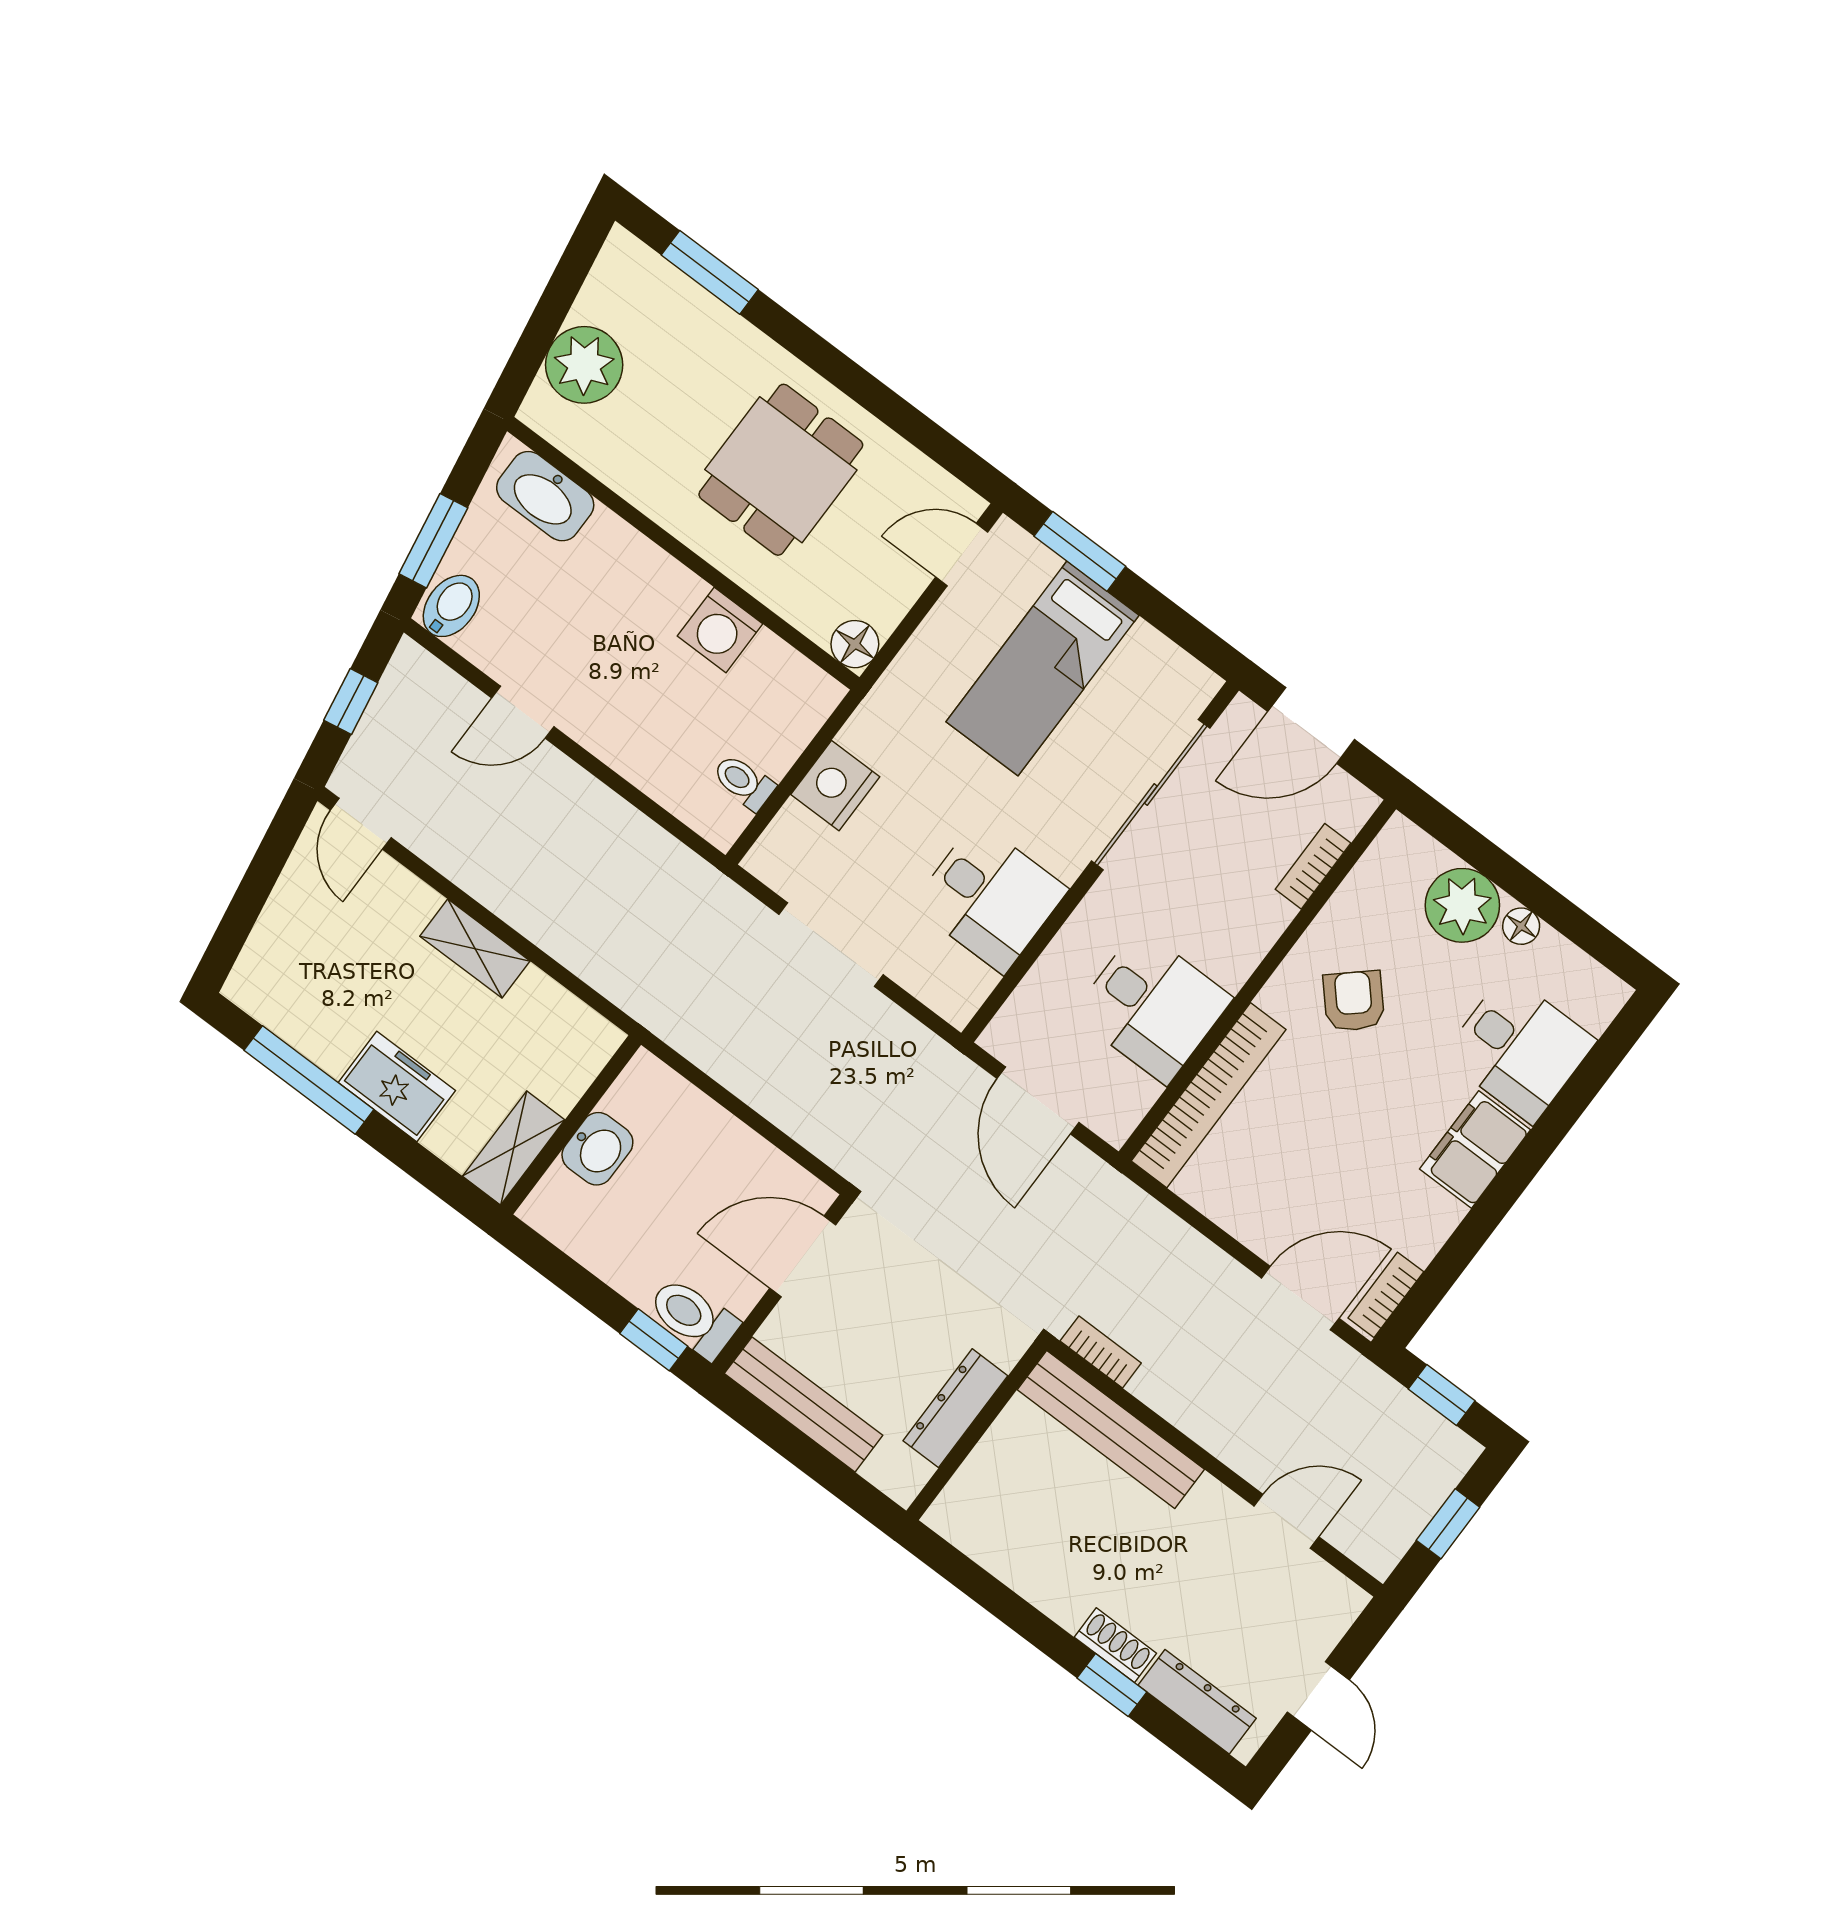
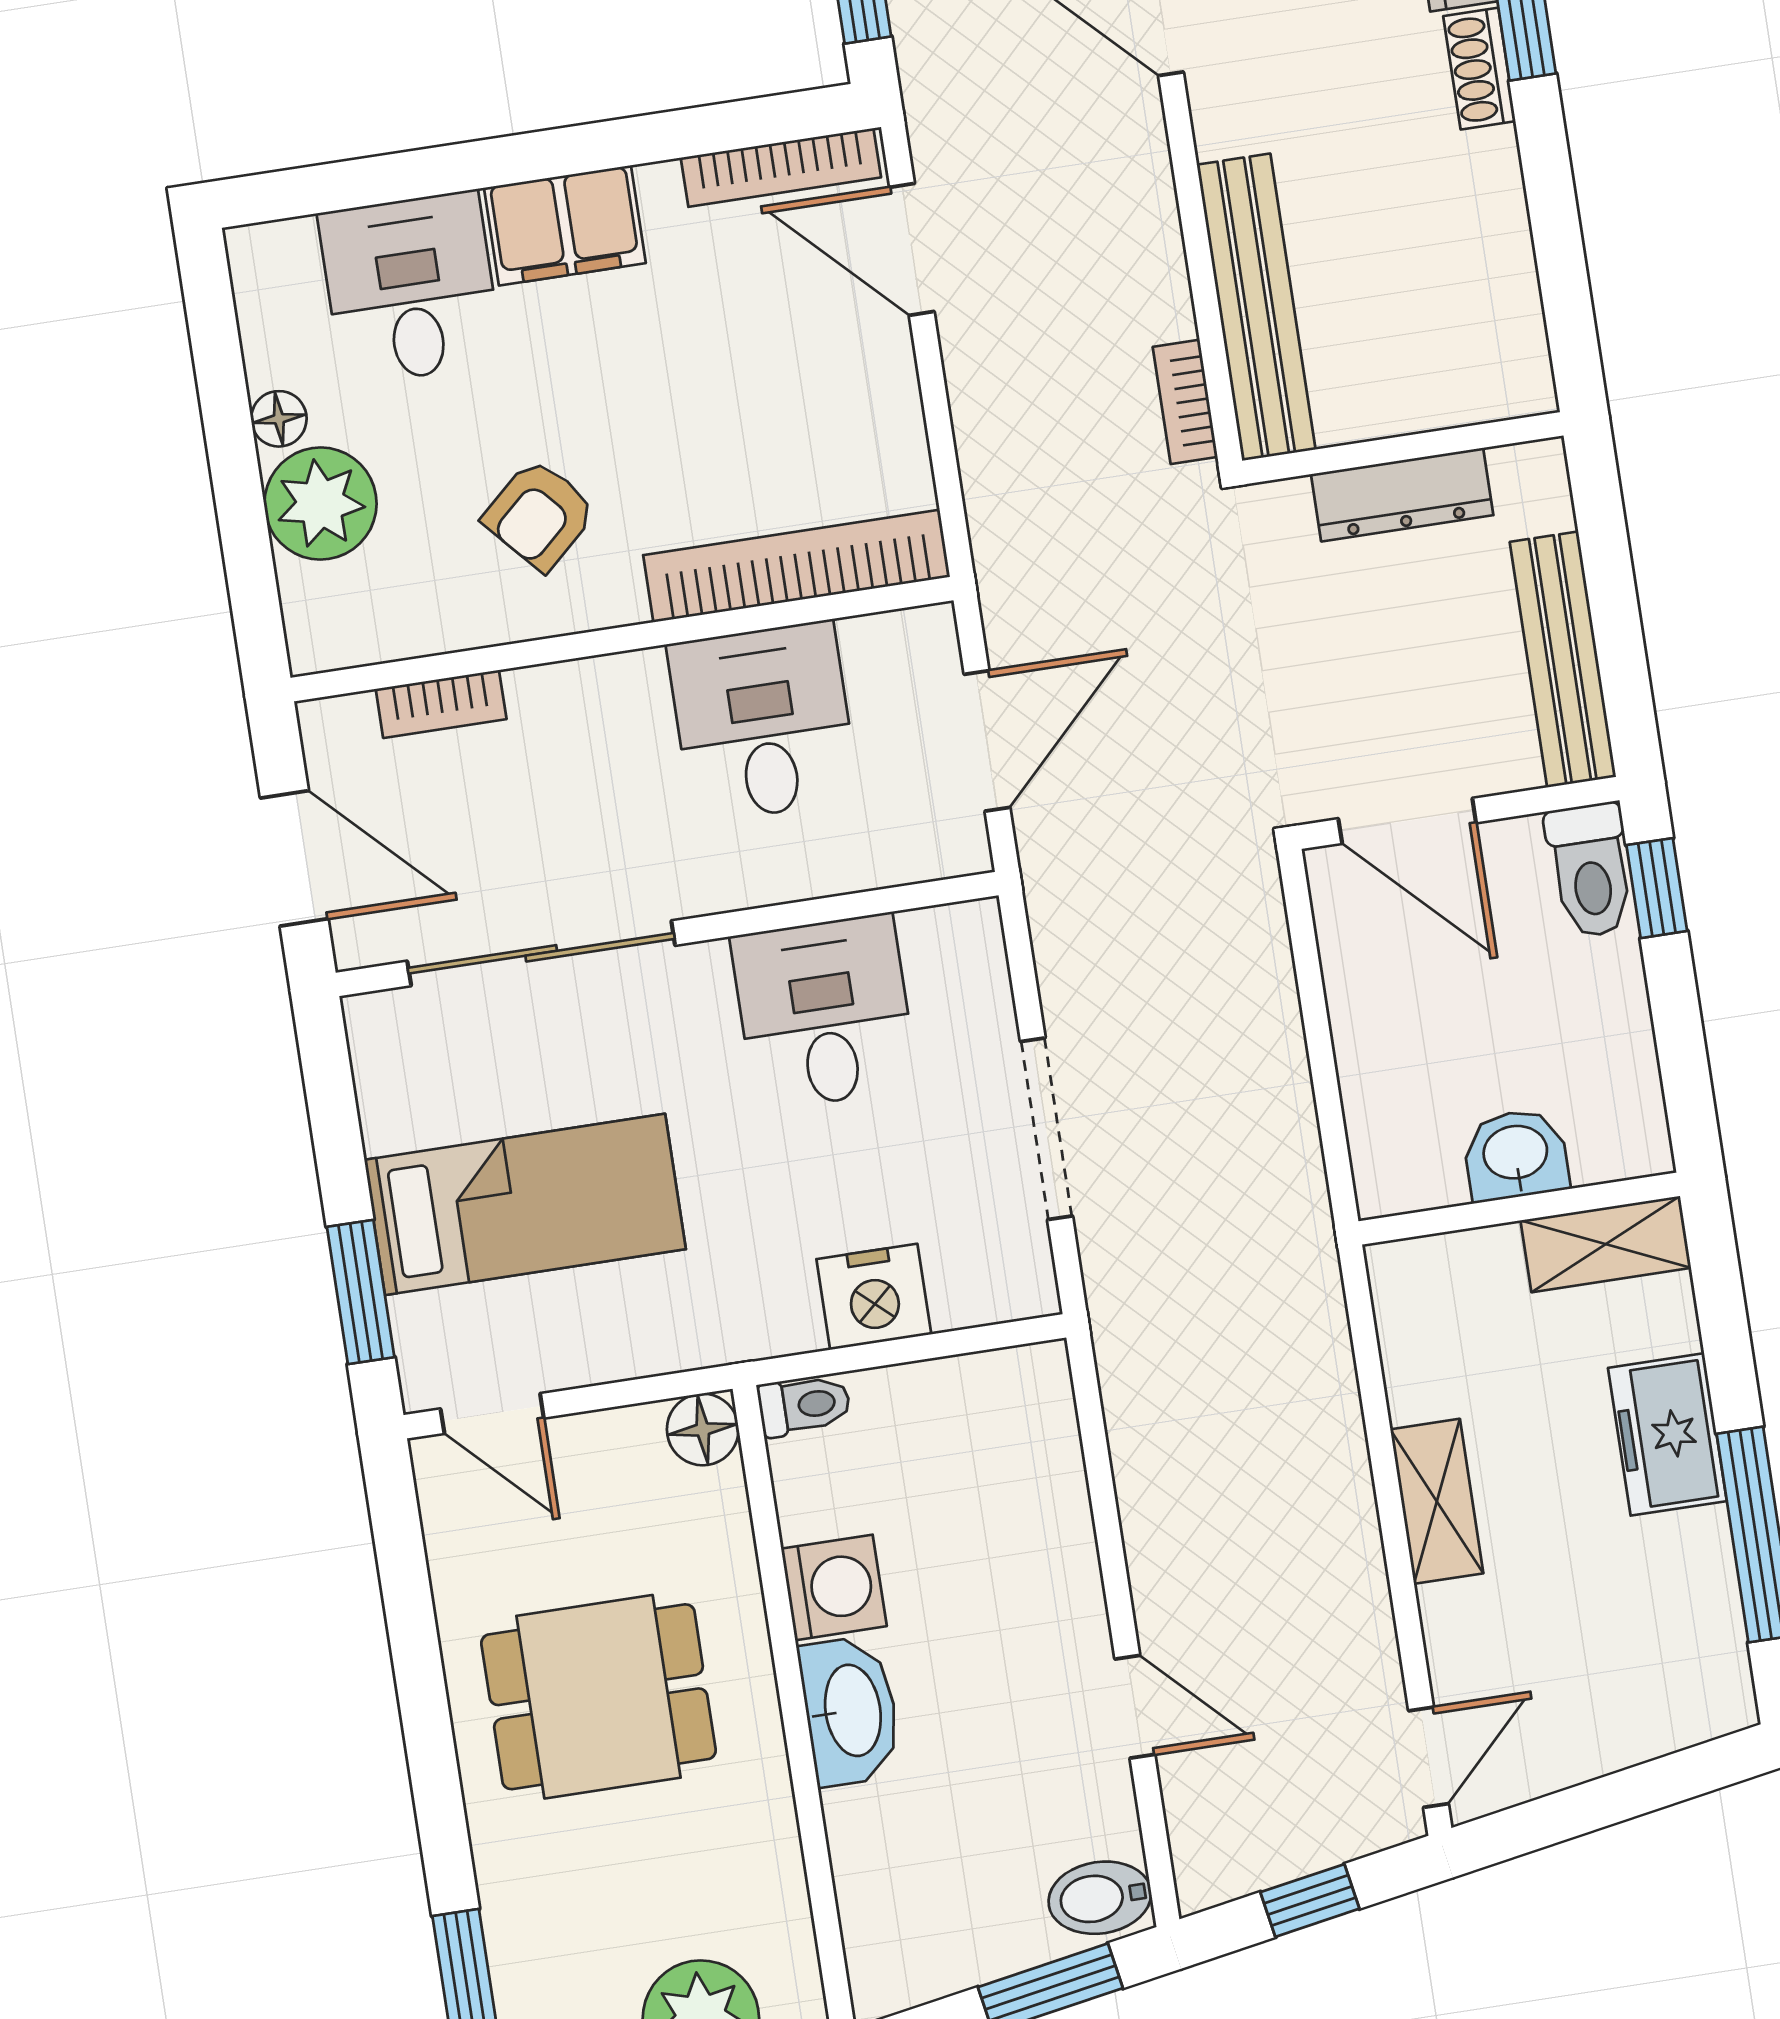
washbasin: (545, 496) -> (850, 1711), moved
toilet: (744, 782) -> (804, 1405), moved, turned -90
bookcase: (1386, 1295) -> (781, 168), width x1.56

